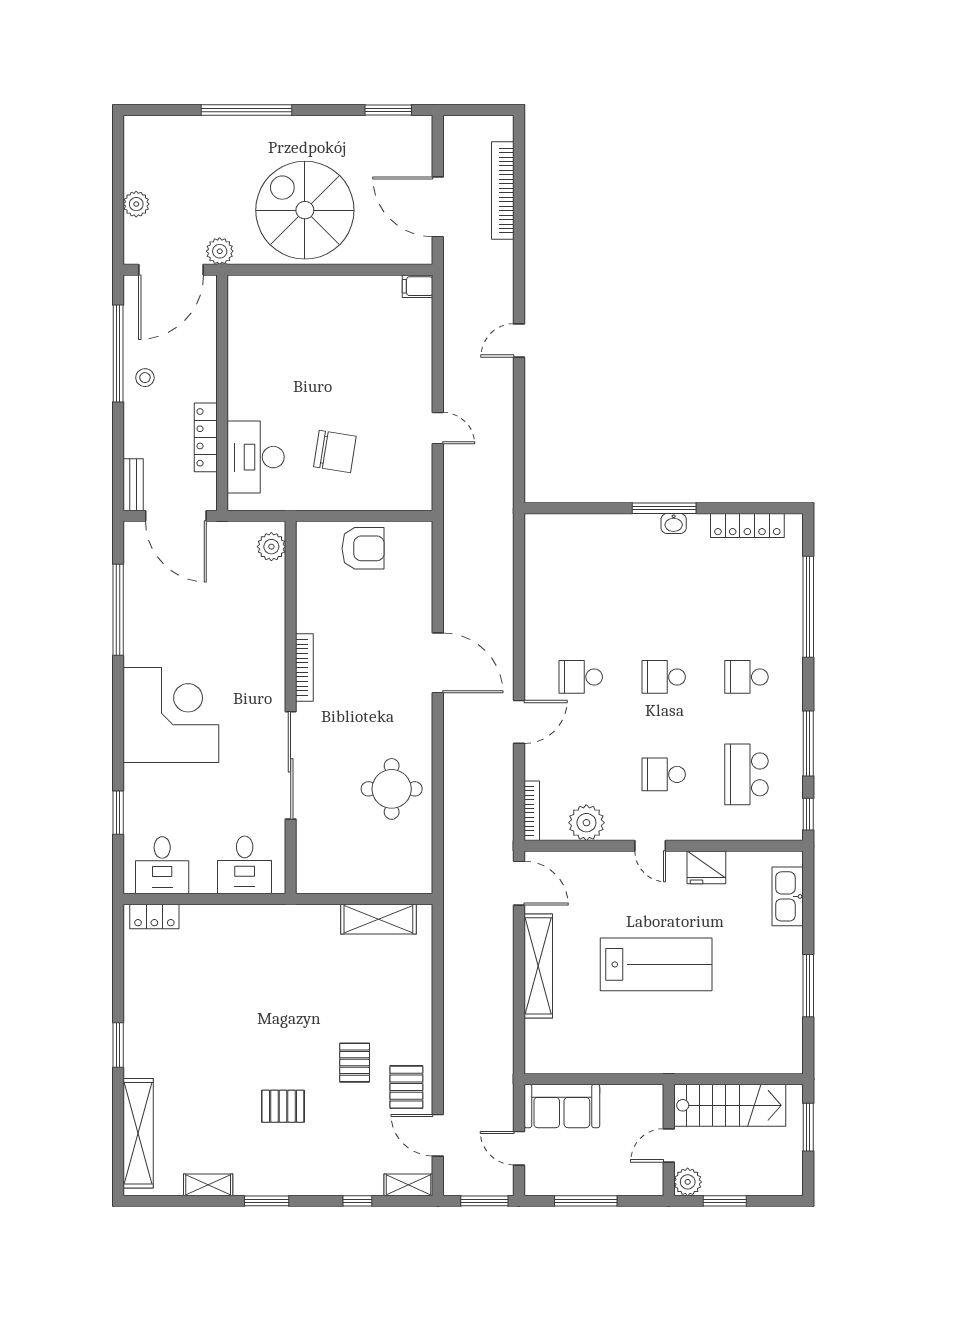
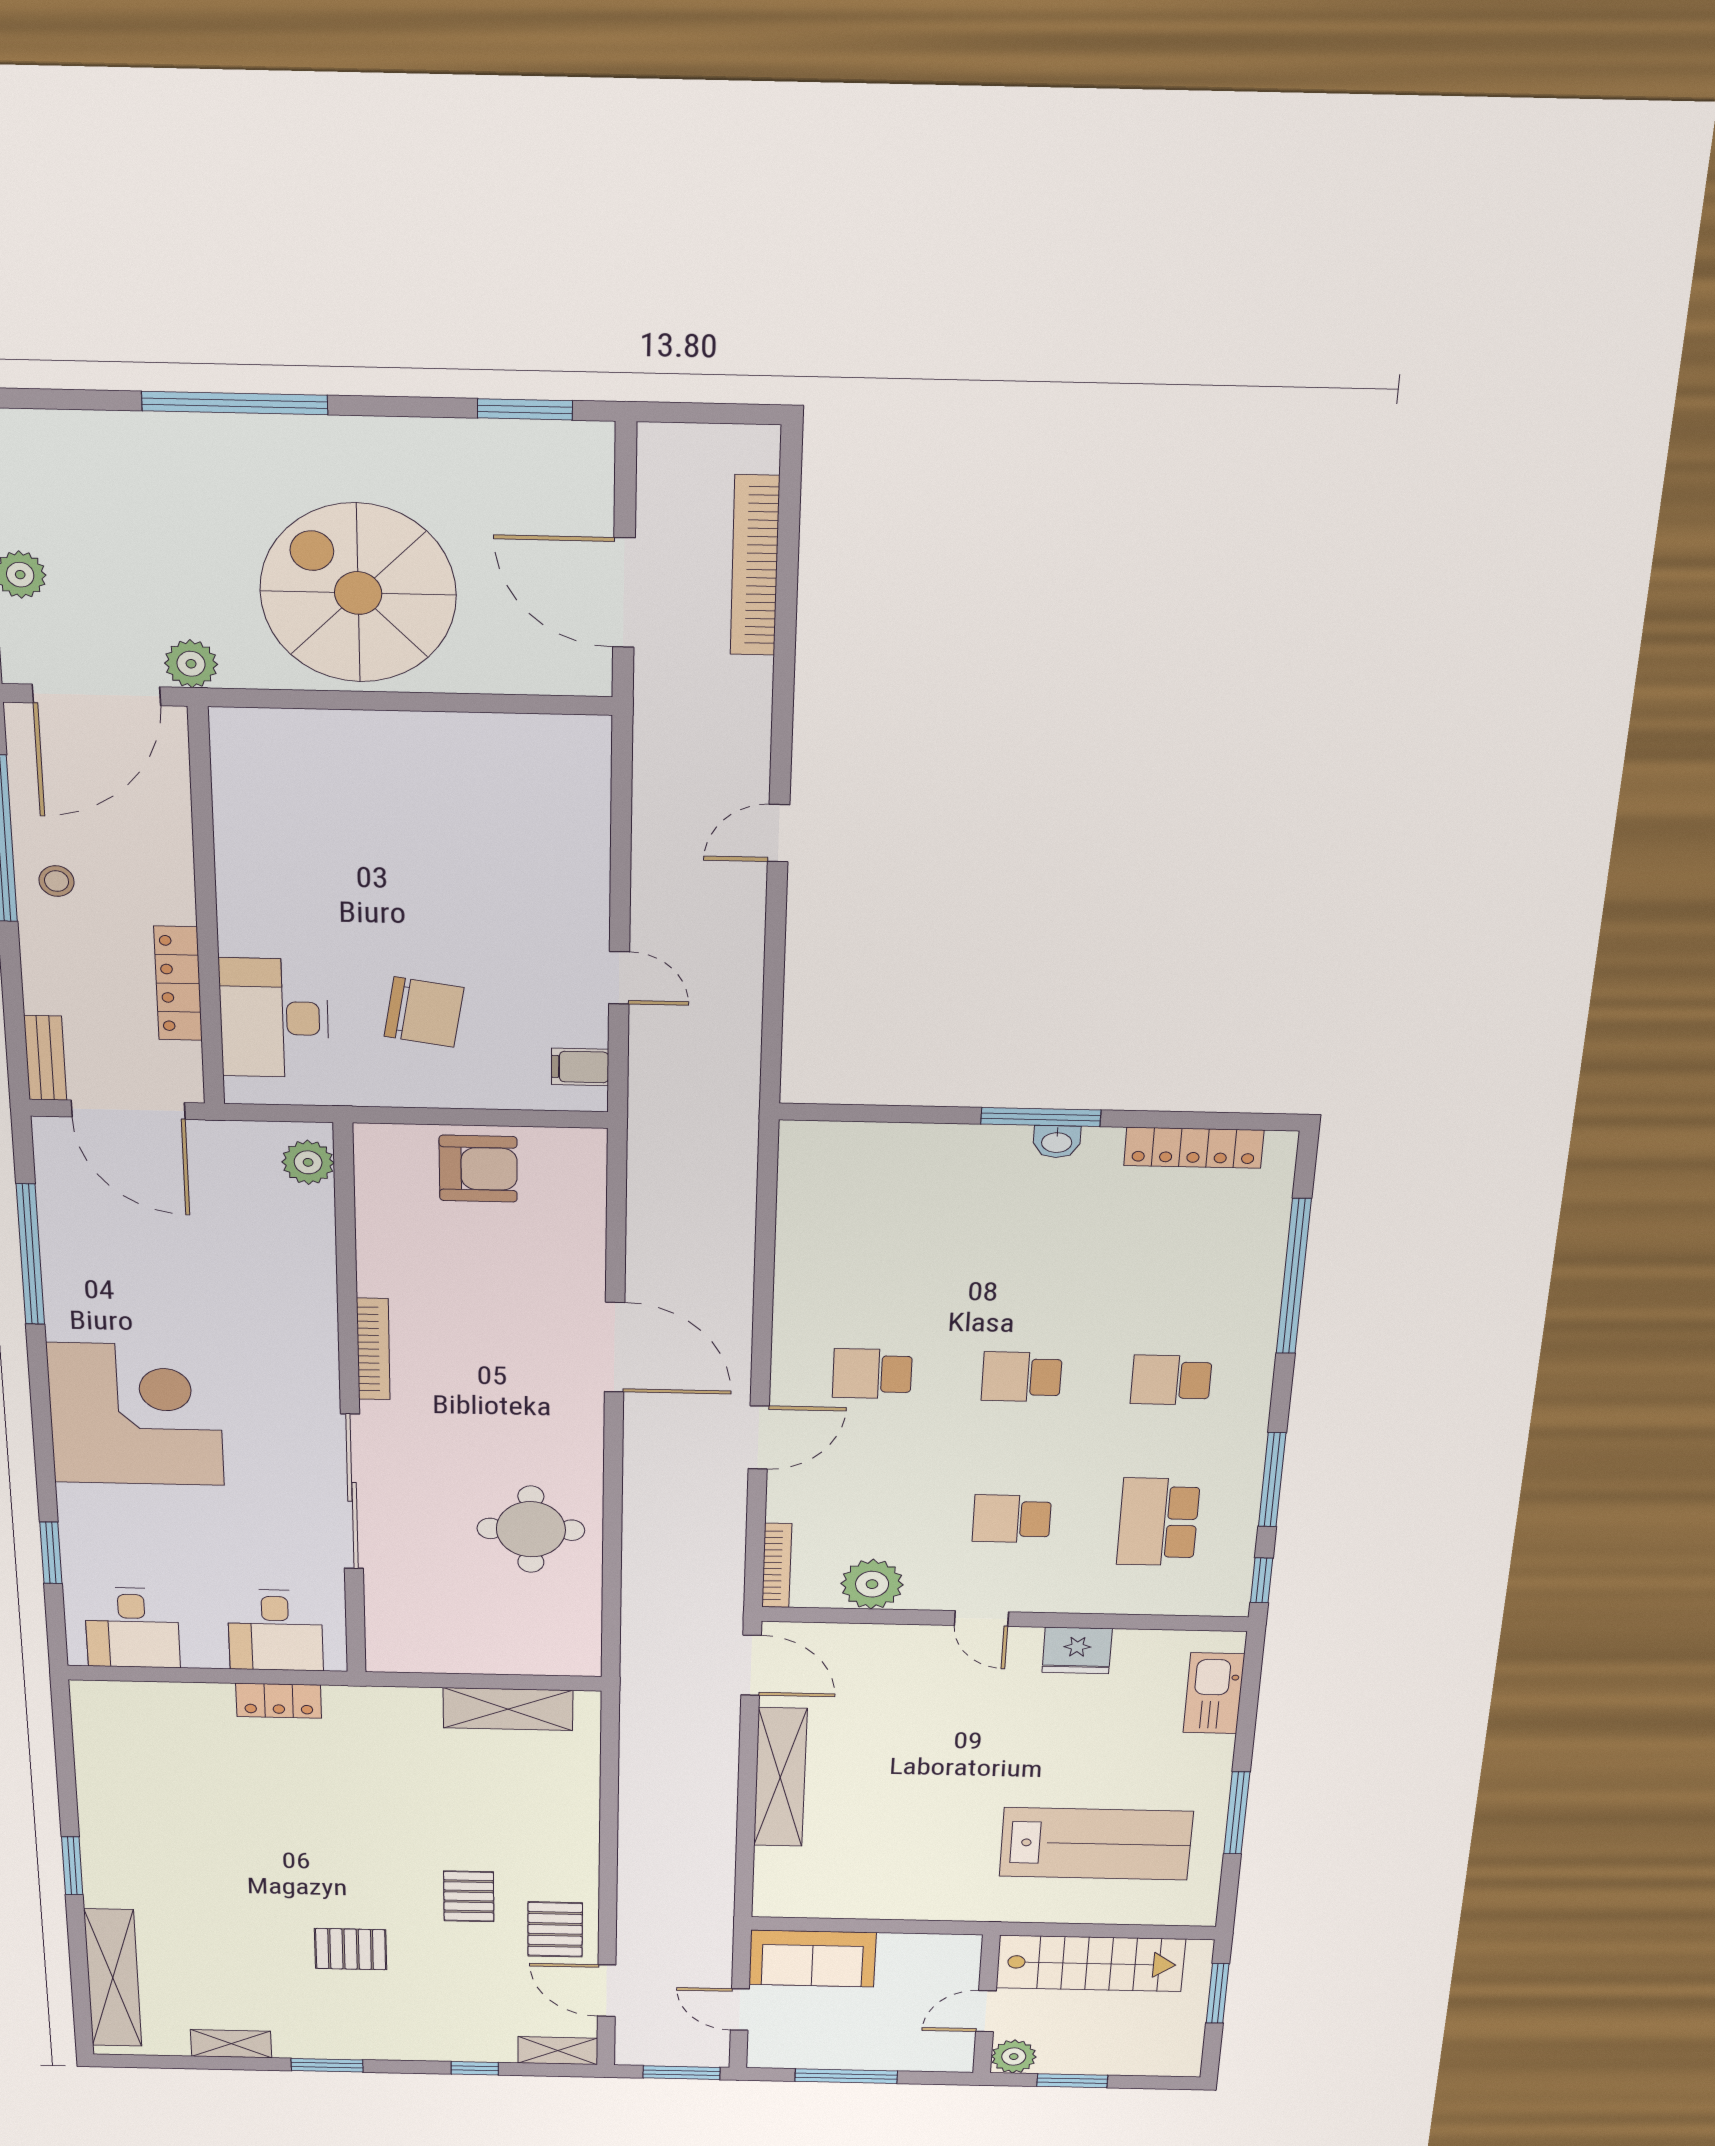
filing cabinet: (418, 286) -> (580, 1067), moved
locker: (154, 916) -> (279, 1701), moved
lab bench: (656, 964) -> (1096, 1844), moved

